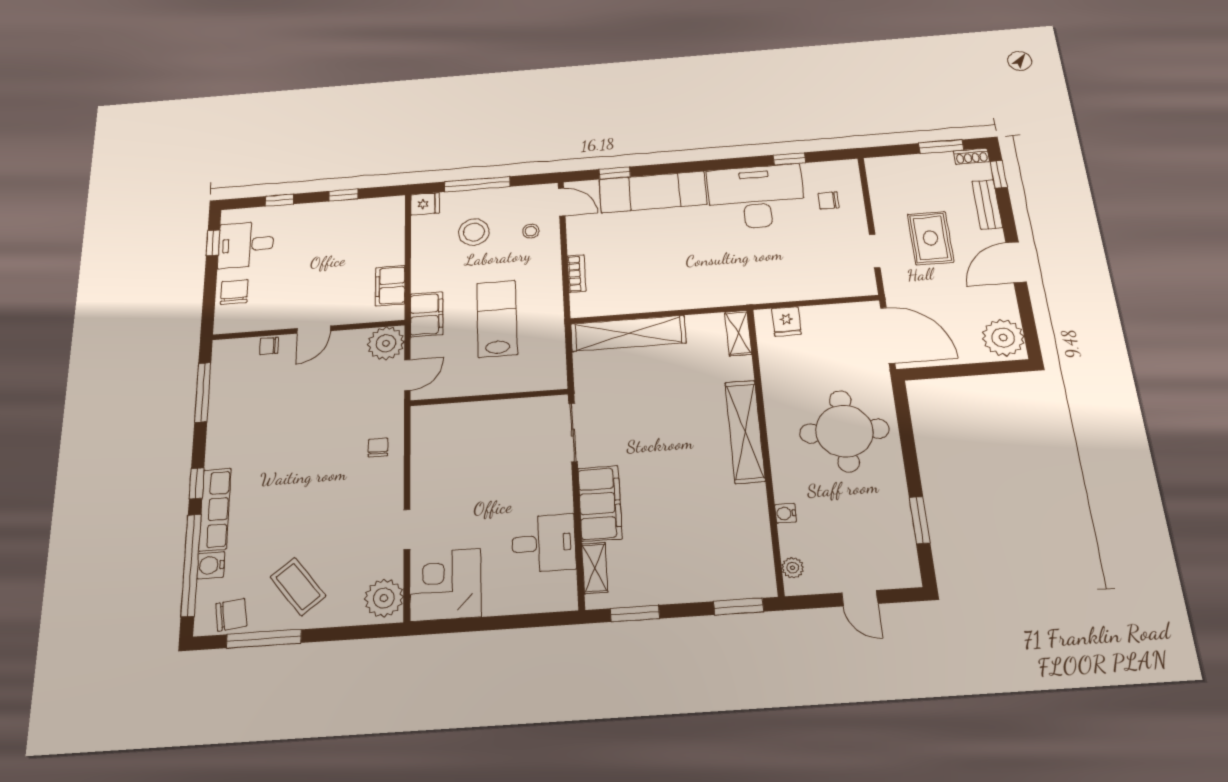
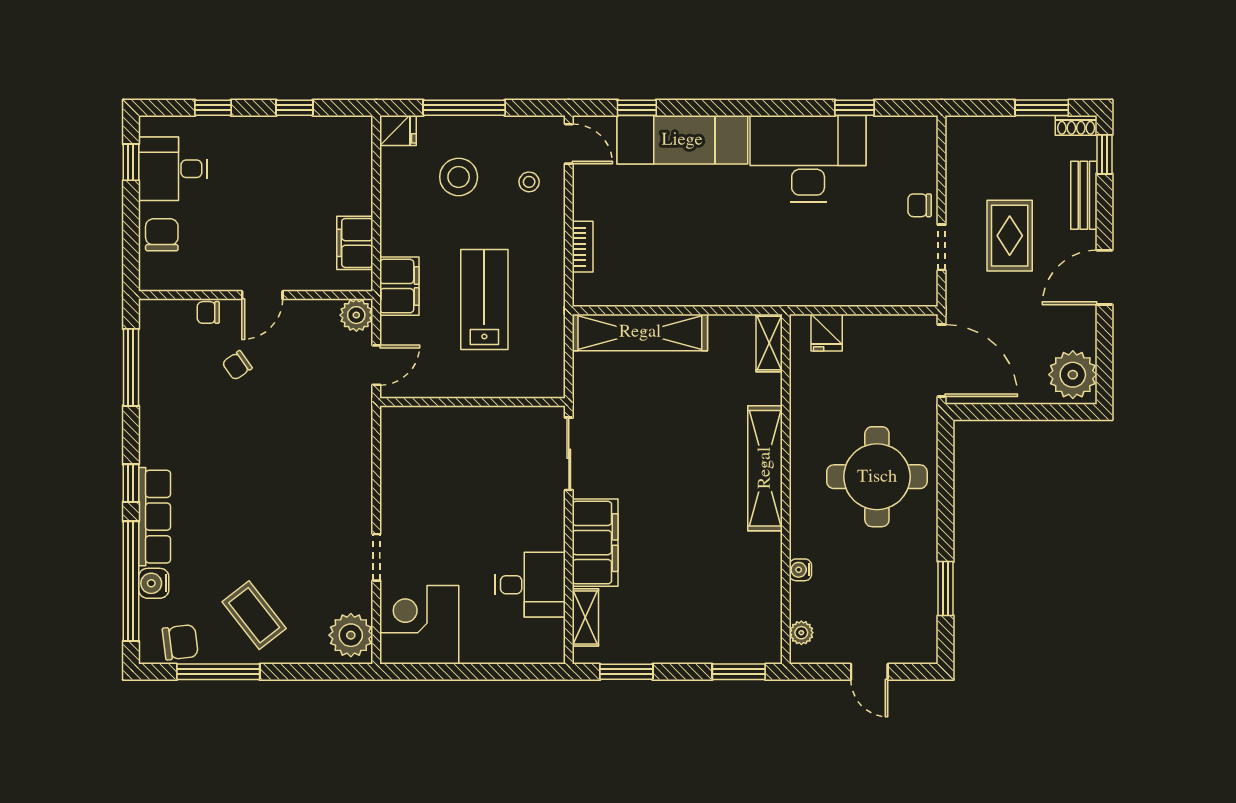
chair: (829, 200) -> (920, 205), moved
plant: (386, 343) -> (356, 315), width x0.73, depth x0.73
chair: (378, 447) -> (237, 365), moved, turned -125

